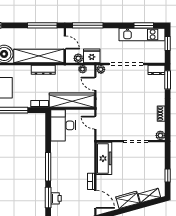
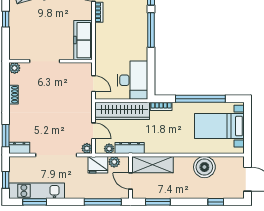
window: (42, 25) -> (158, 202), width x0.69
shelving: (39, 56) -> (153, 165), width x0.68
dresser: (43, 70) -> (130, 148), moved

